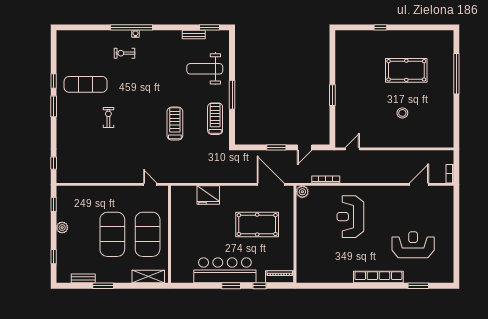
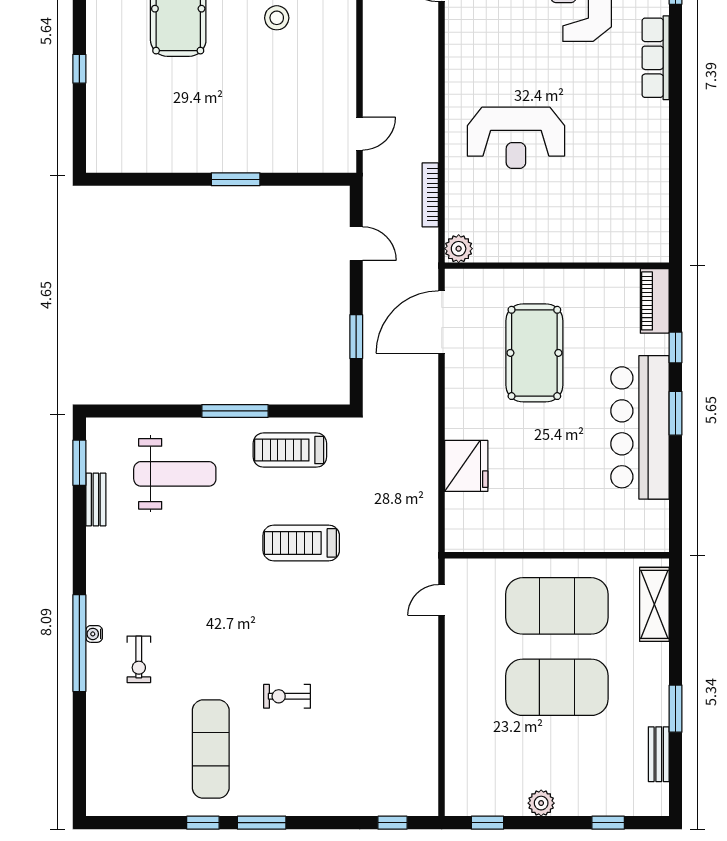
weight bench: (205, 69) -> (175, 474), turned -90
window: (276, 147) -> (356, 337), moved
door: (352, 149) -> (360, 134), swing flipped
row of seats: (378, 277) -> (656, 58), width x0.73

